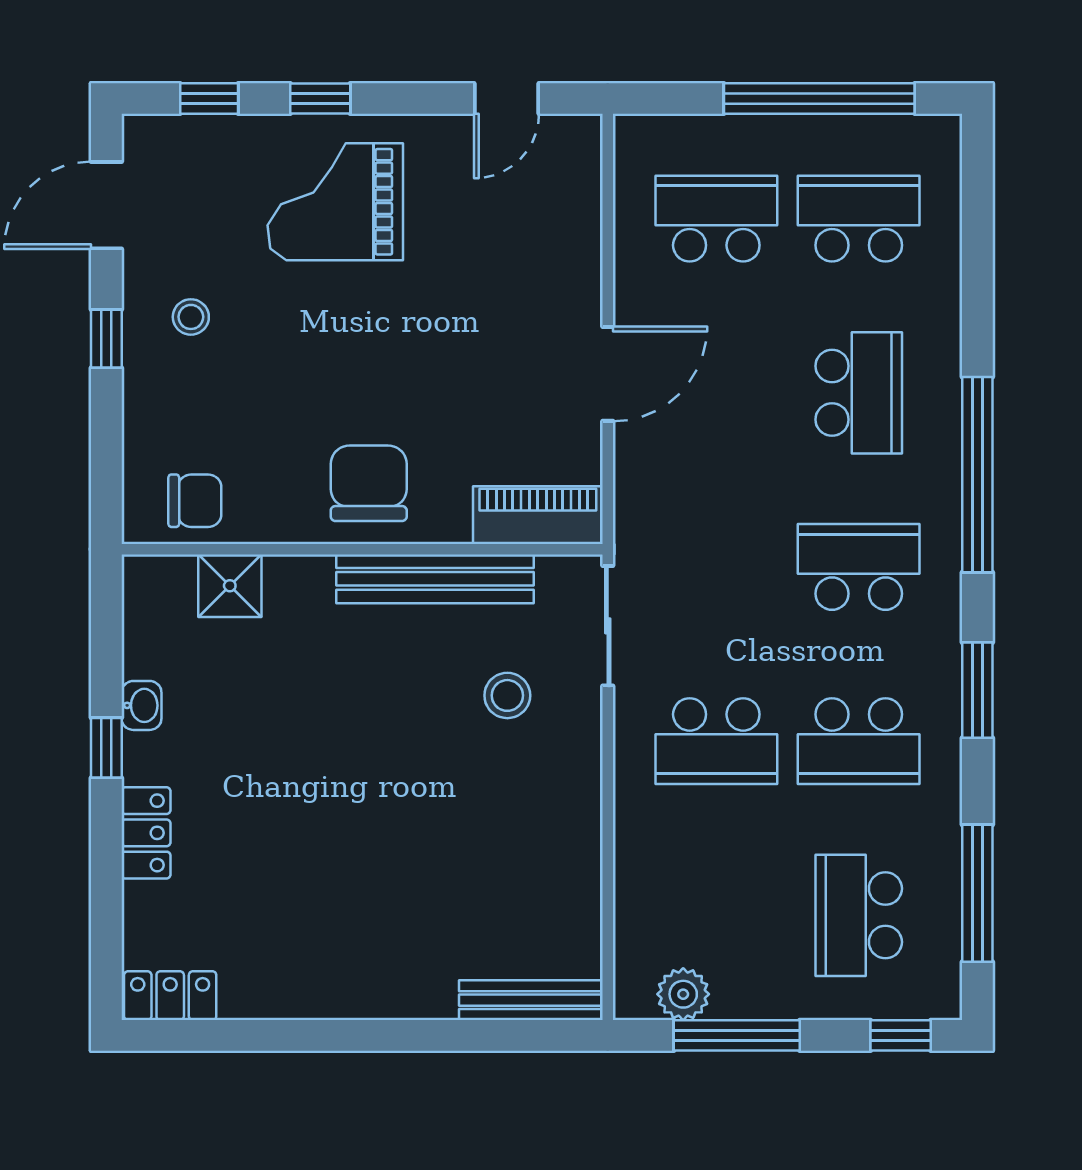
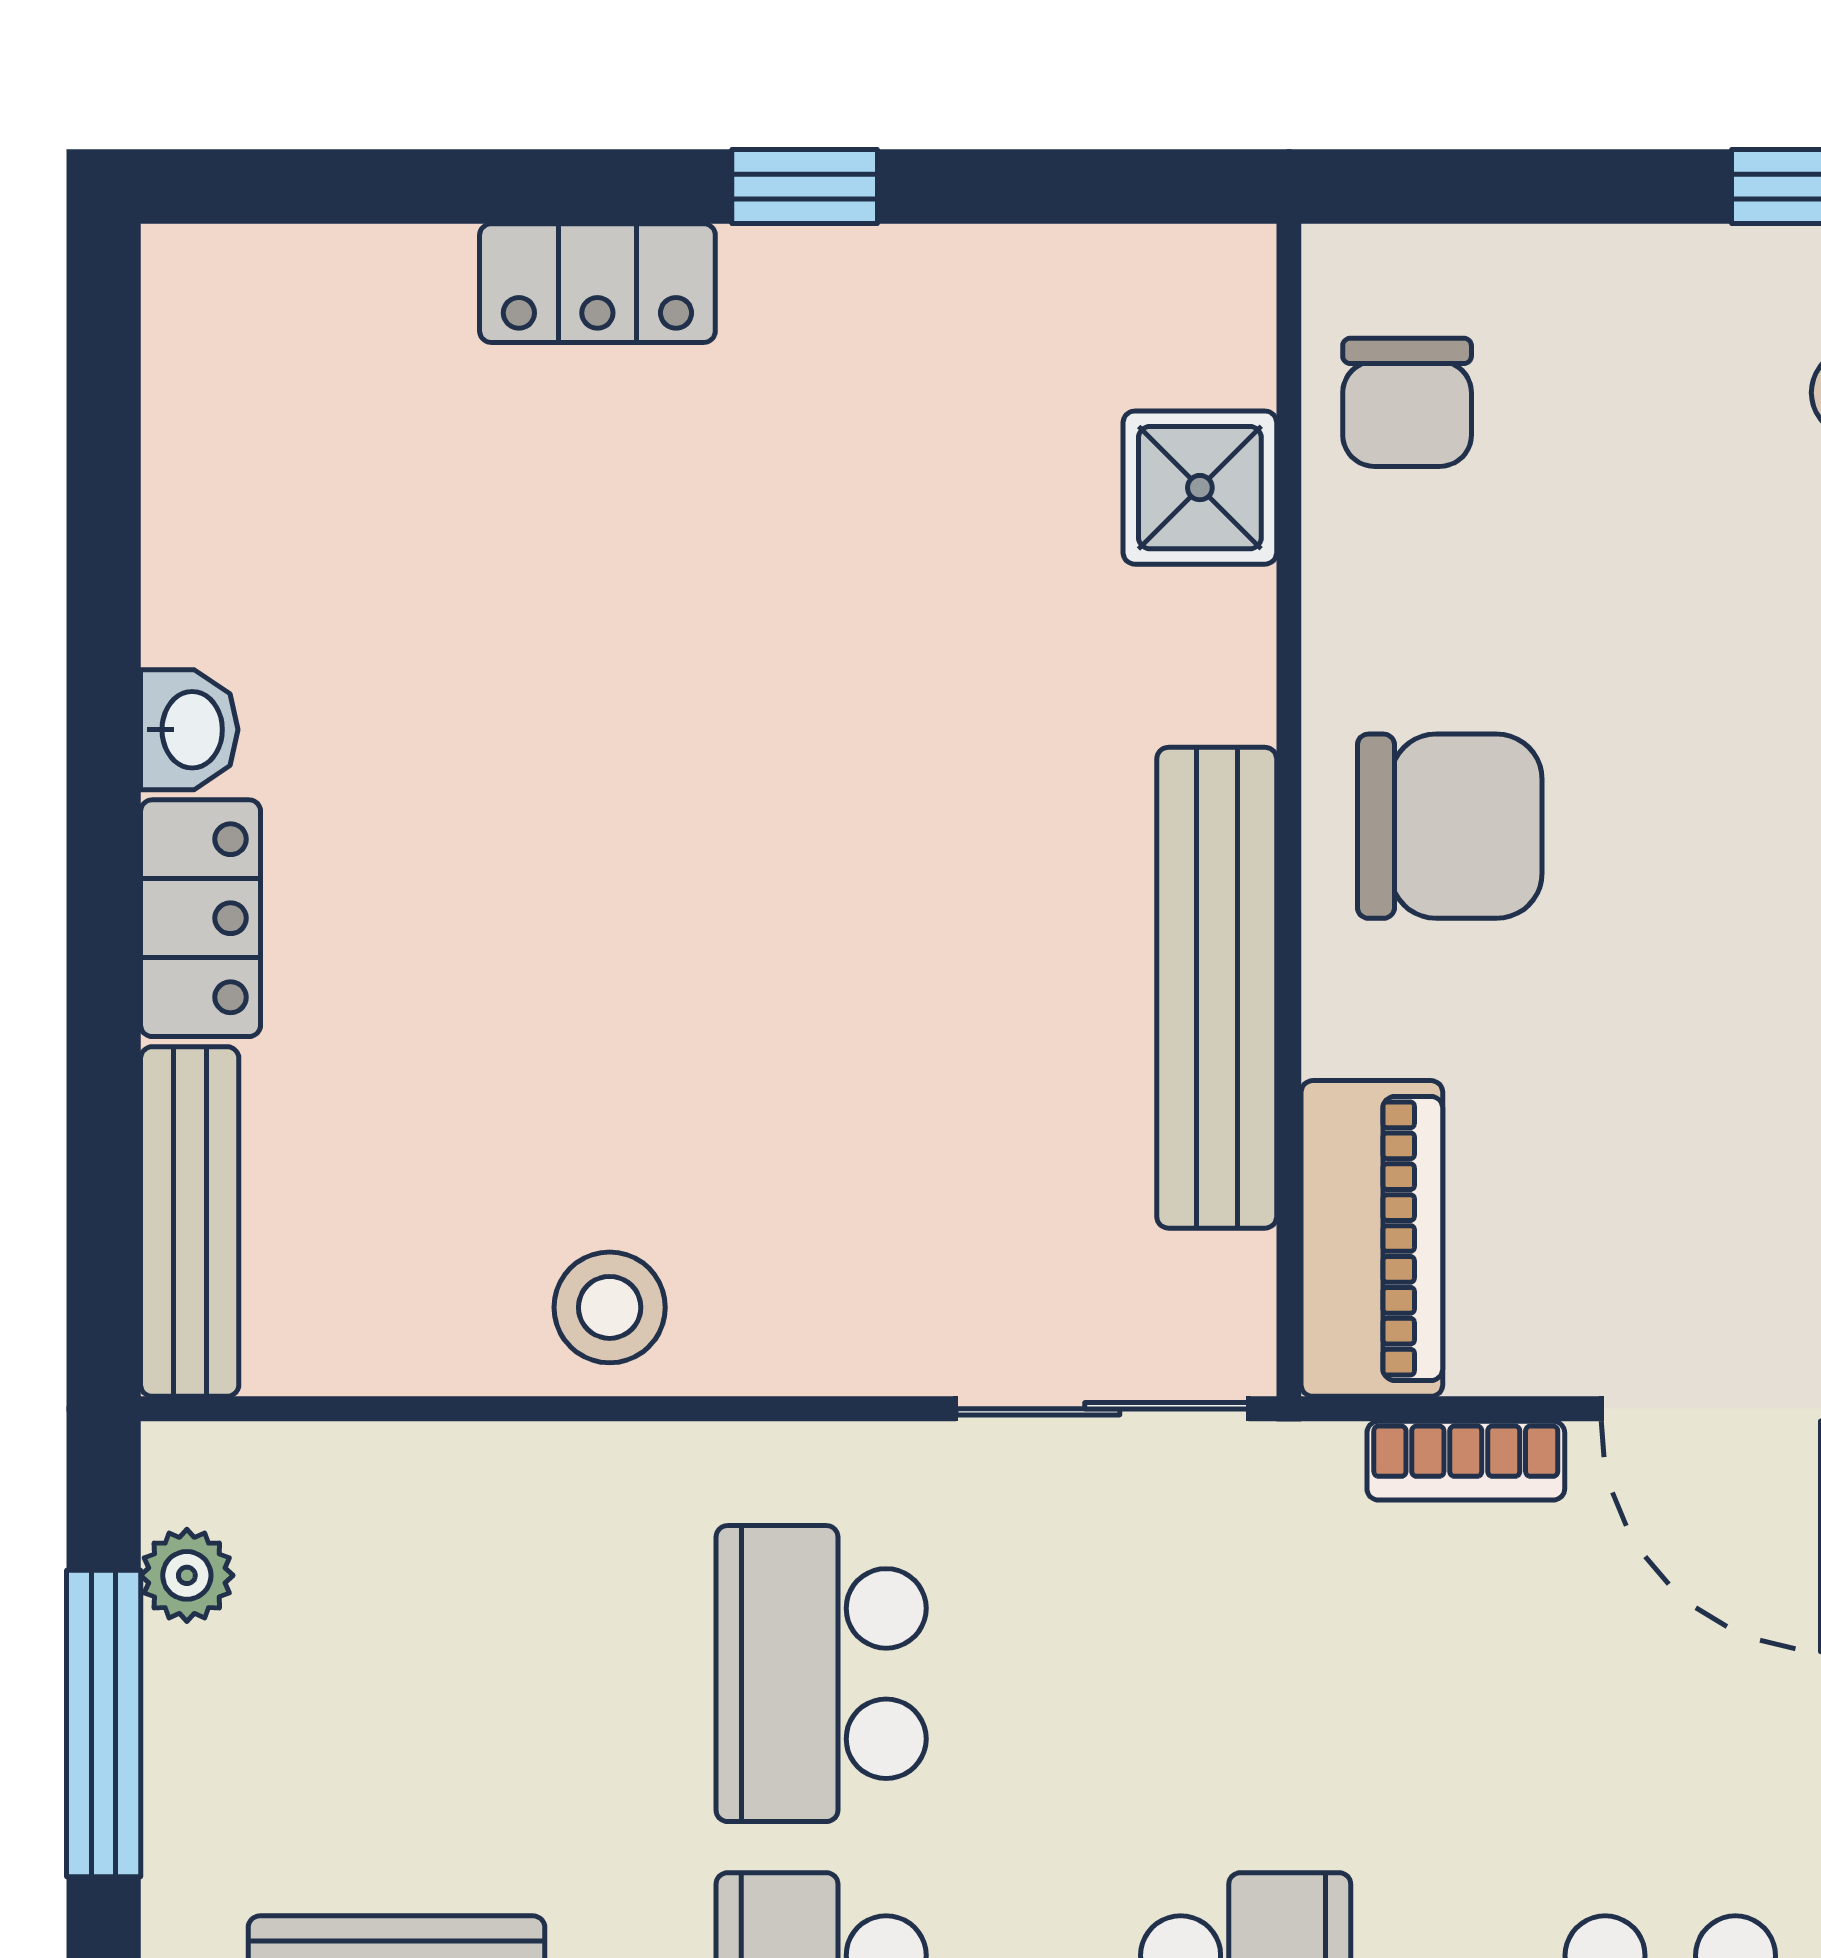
bookcase: (629, 477) -> (1466, 1461), added
stool: (507, 695) -> (610, 1307), moved
washbasin: (141, 705) -> (189, 730), moved, turned -90
plant: (683, 994) -> (187, 1575), width x0.73, depth x0.73
locker: (170, 996) -> (201, 918), moved

